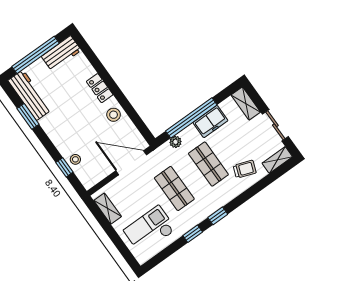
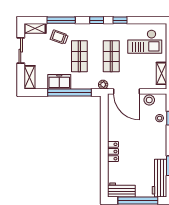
stool: (114, 115) -> (149, 100), moved
plant: (175, 142) -> (103, 85), moved
window: (256, 189) -> (61, 20), added

